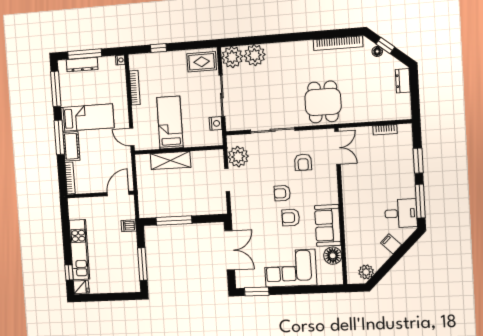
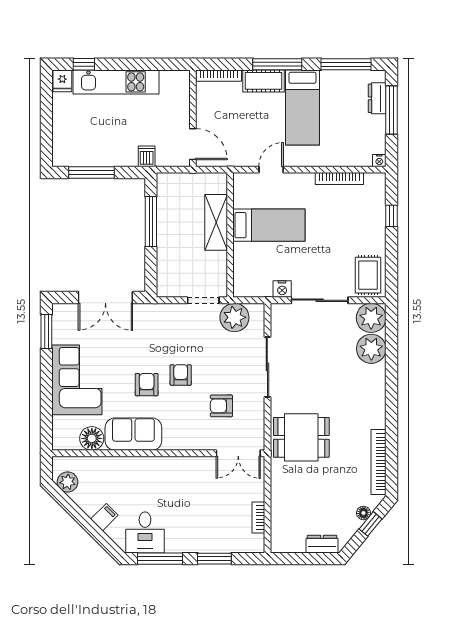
dresser: (82, 65) -> (377, 98), width x0.70
bed: (170, 123) -> (269, 225), moved
wall: (179, 150) -> (230, 235), moved
shelving: (171, 160) -> (216, 222), moved

